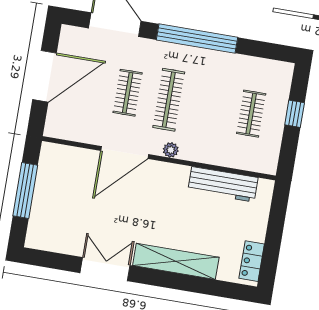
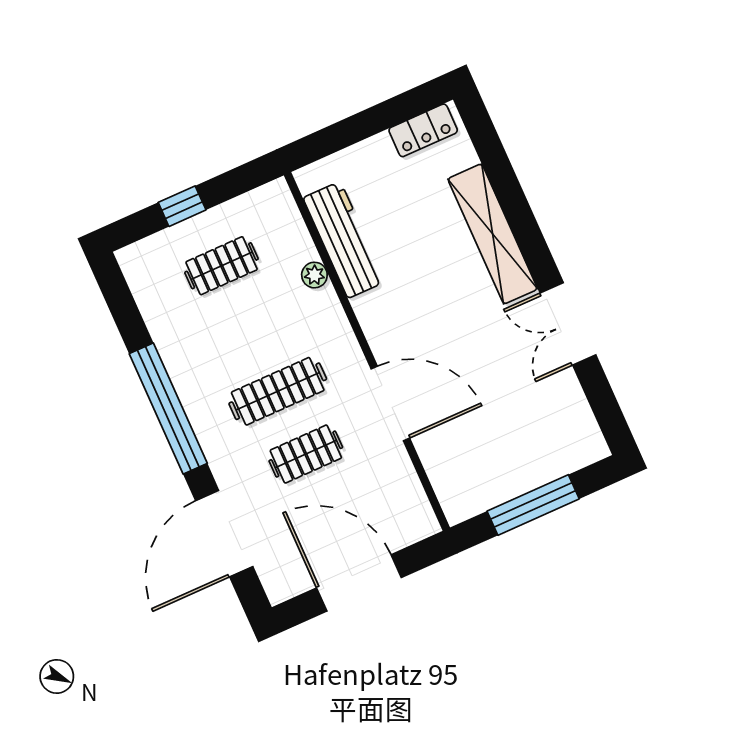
plant: (171, 150) -> (314, 275), moved

